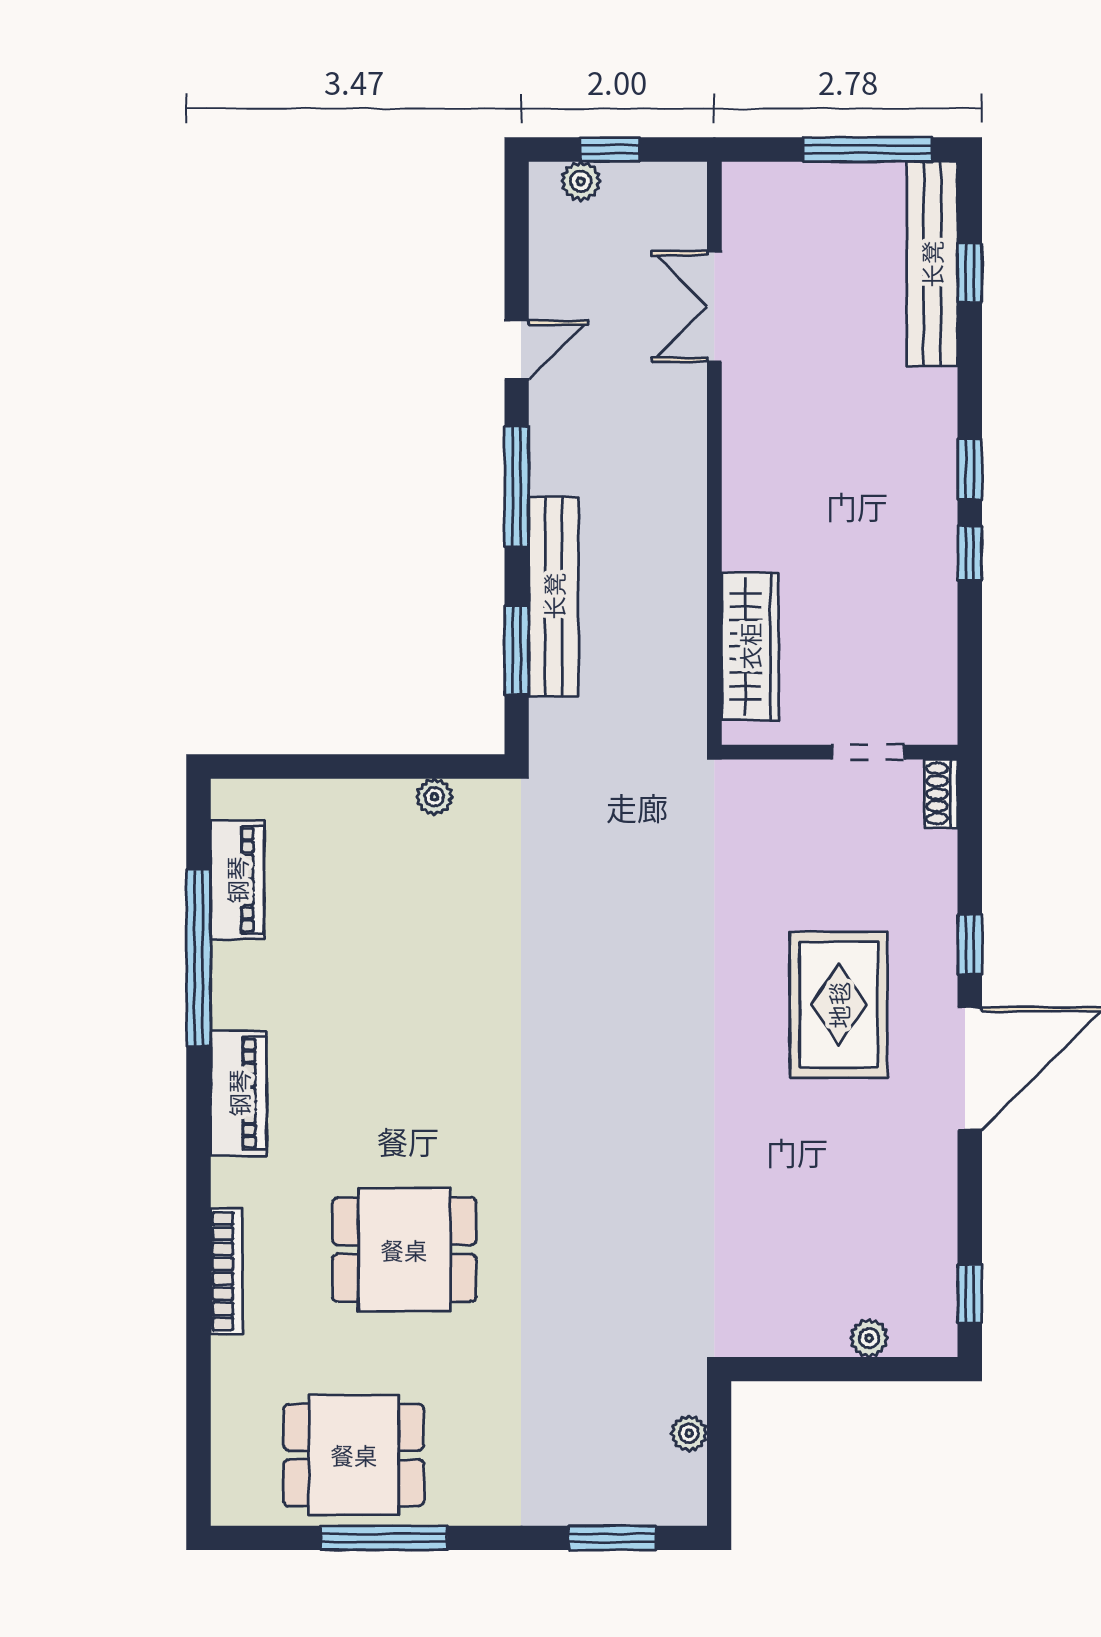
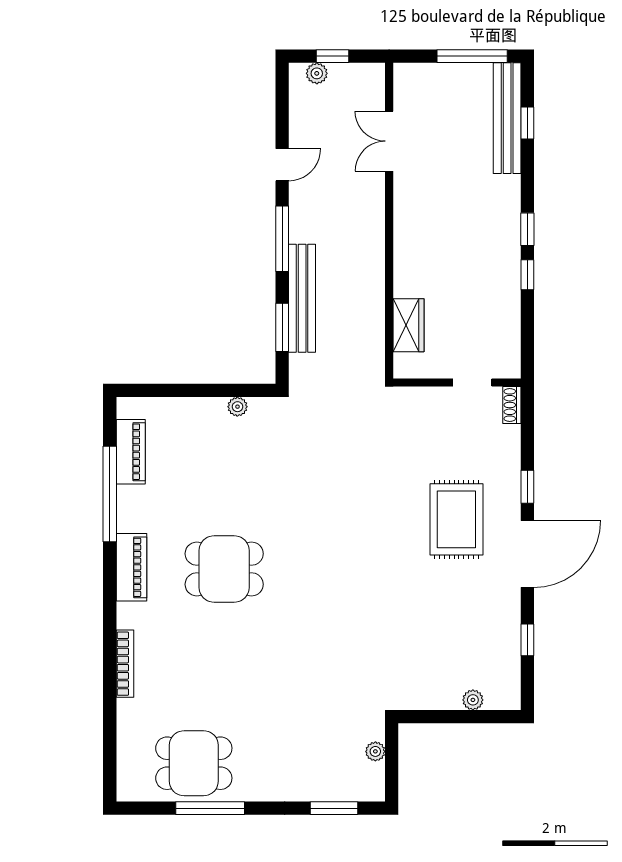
wardrobe: (750, 646) -> (408, 325), width x0.67
dining table: (404, 1250) -> (224, 569), moved
window: (970, 1294) -> (527, 640), moved

